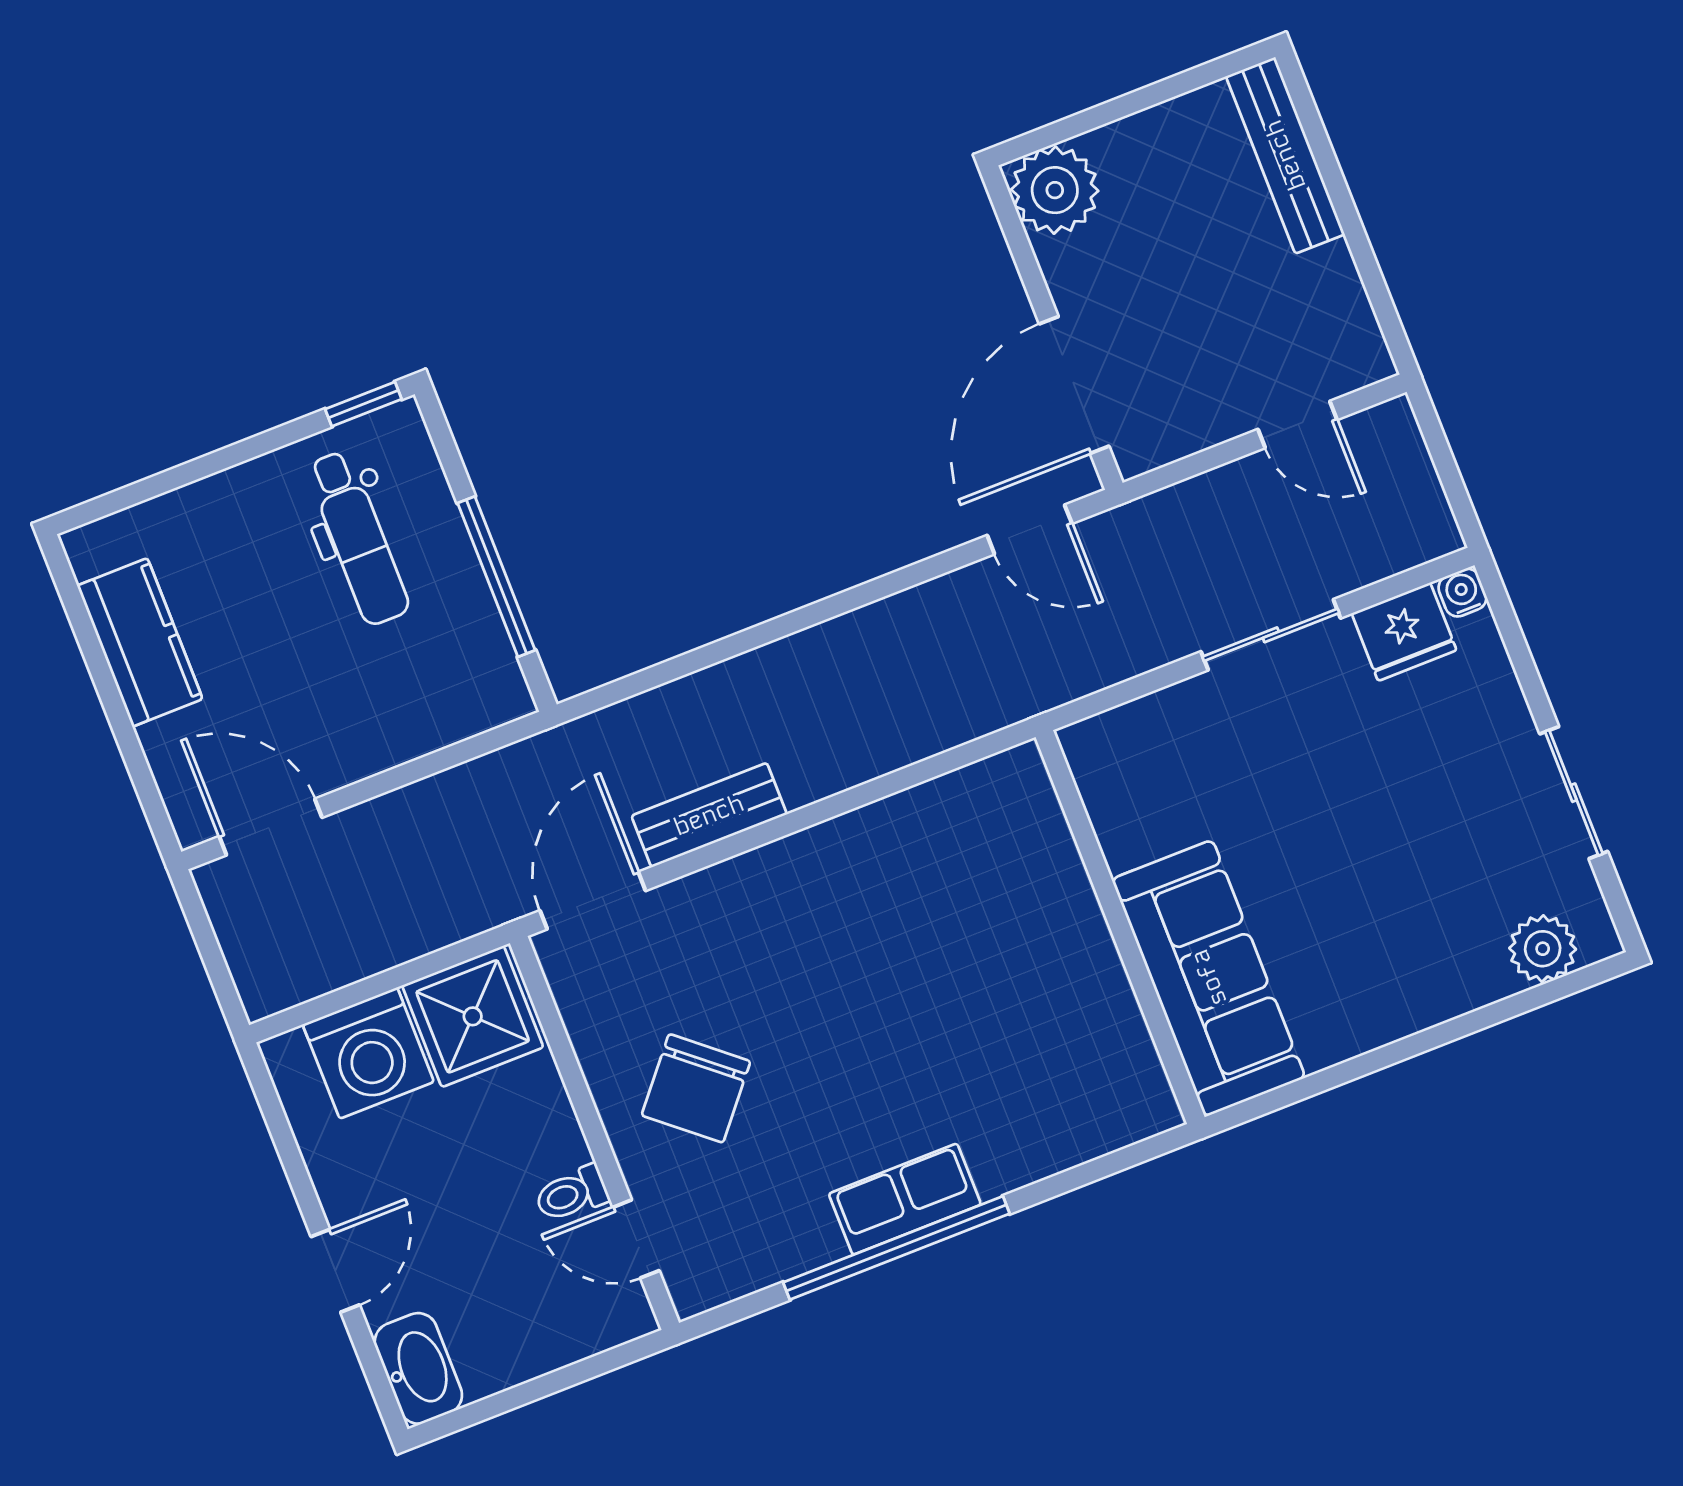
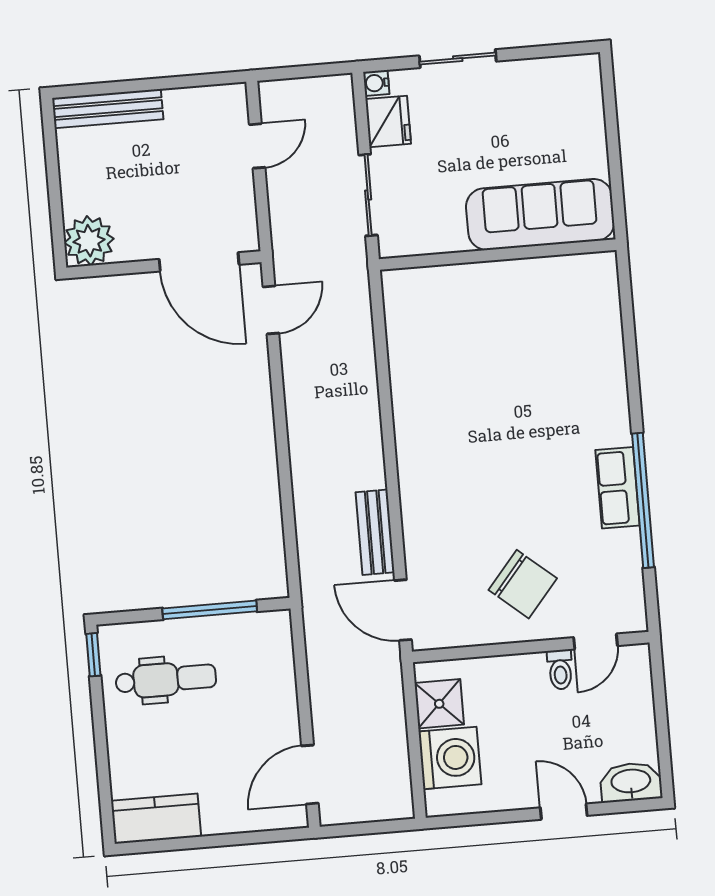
kitchen counter: (140, 642) -> (156, 819), moved
sliding door: (1574, 793) -> (458, 59), moved
wall: (1120, 927) -> (498, 255), moved
plant: (1543, 949) -> (585, 97), removed
sofa: (1209, 978) -> (540, 214), moved
shower: (473, 1016) -> (439, 704), width x0.73, depth x0.73

